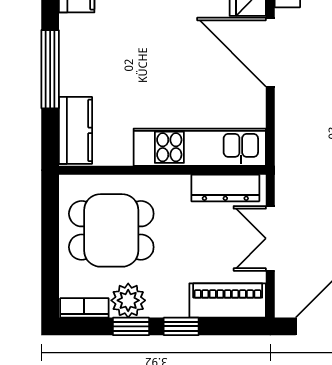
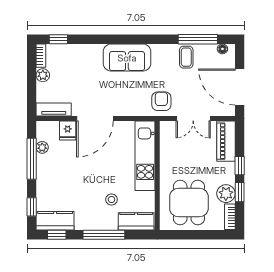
stool: (117, 84) -> (111, 200), added
armchair: (303, 178) -> (161, 101), added
dresser: (225, 188) -> (167, 142), removed

